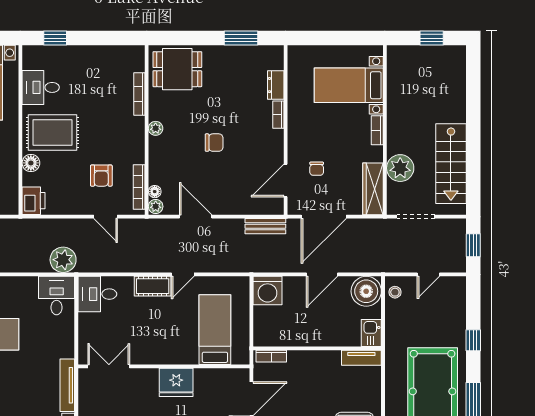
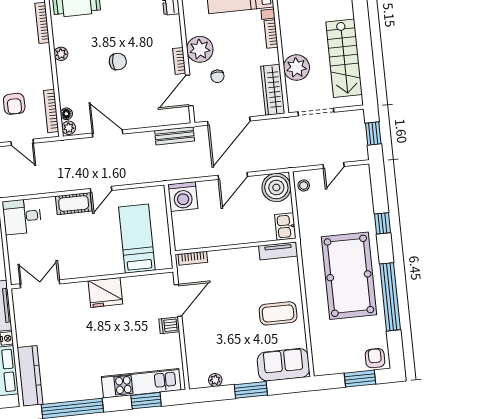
bookcase: (278, 115) -> (179, 61), moved
plant: (301, 139) -> (200, 49), added

